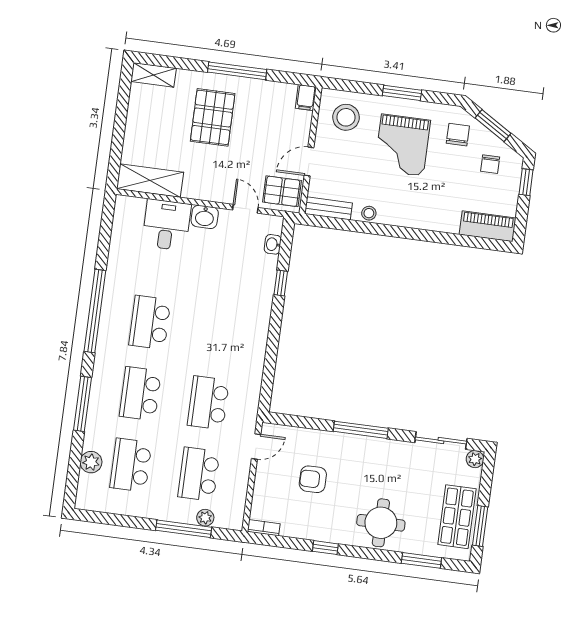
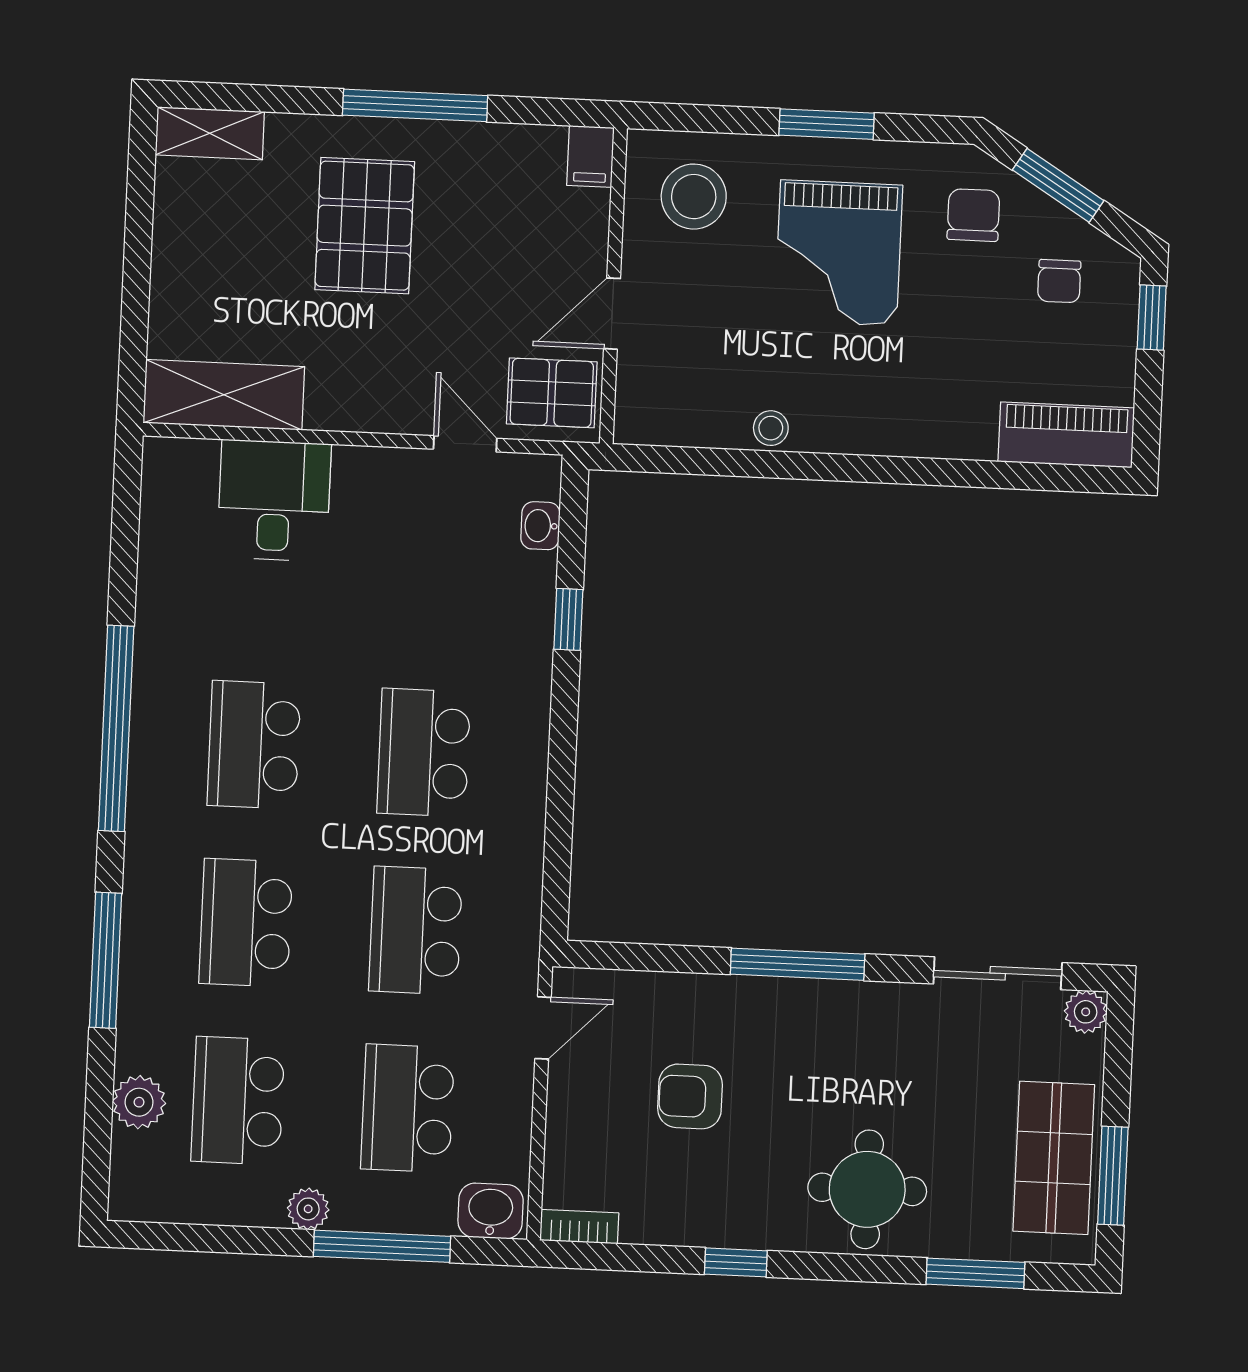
bench: (328, 208) -> (670, 425), removed
washbasin: (205, 217) -> (491, 1211), moved, turned 180
school desk: (218, 331) -> (424, 753), added
plant: (205, 518) -> (308, 1209), moved

